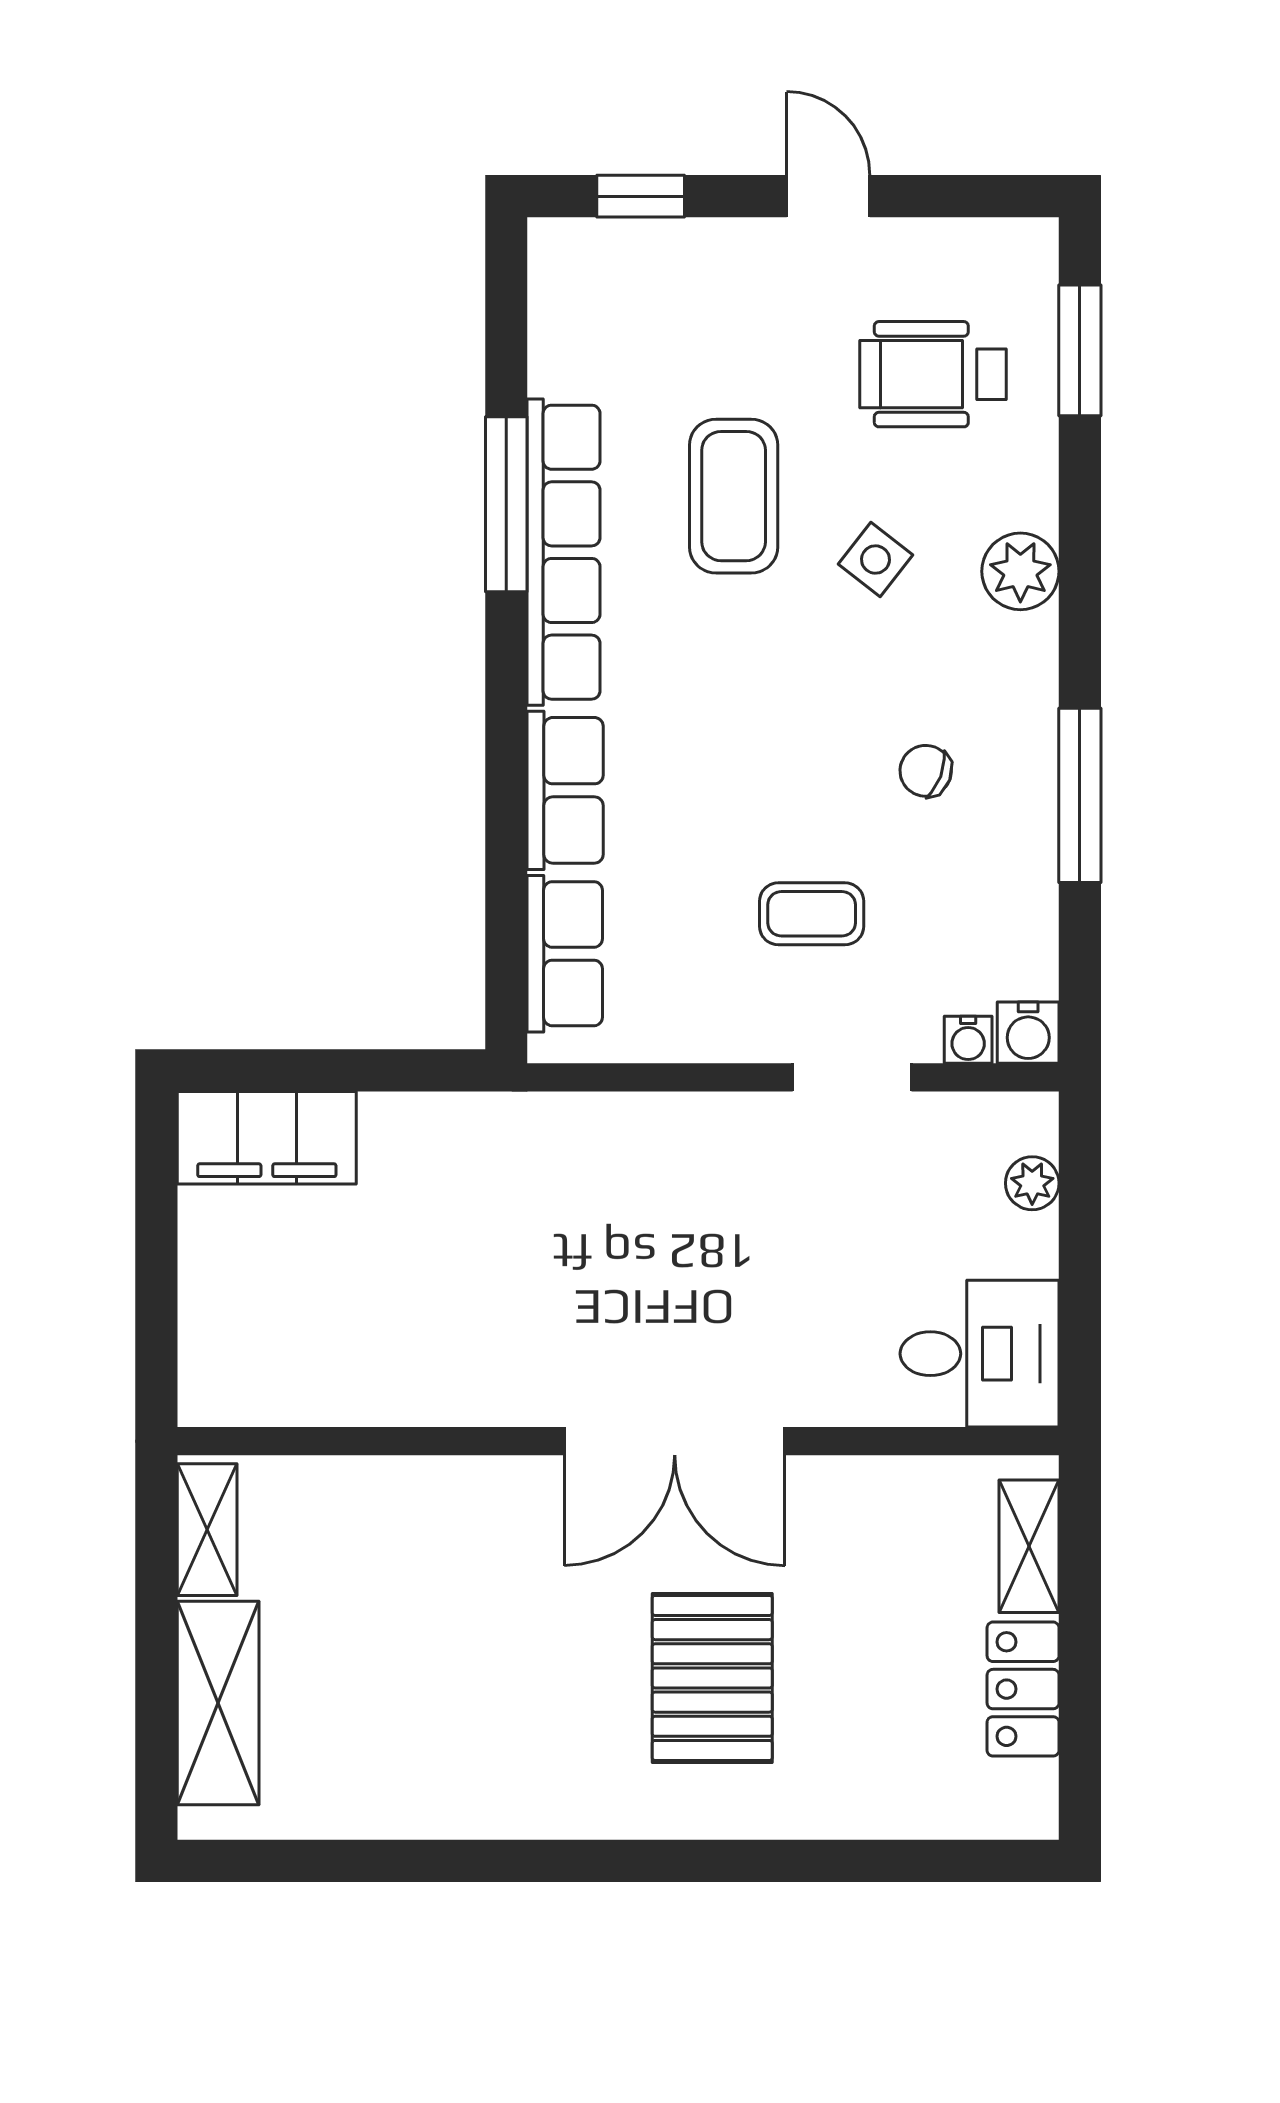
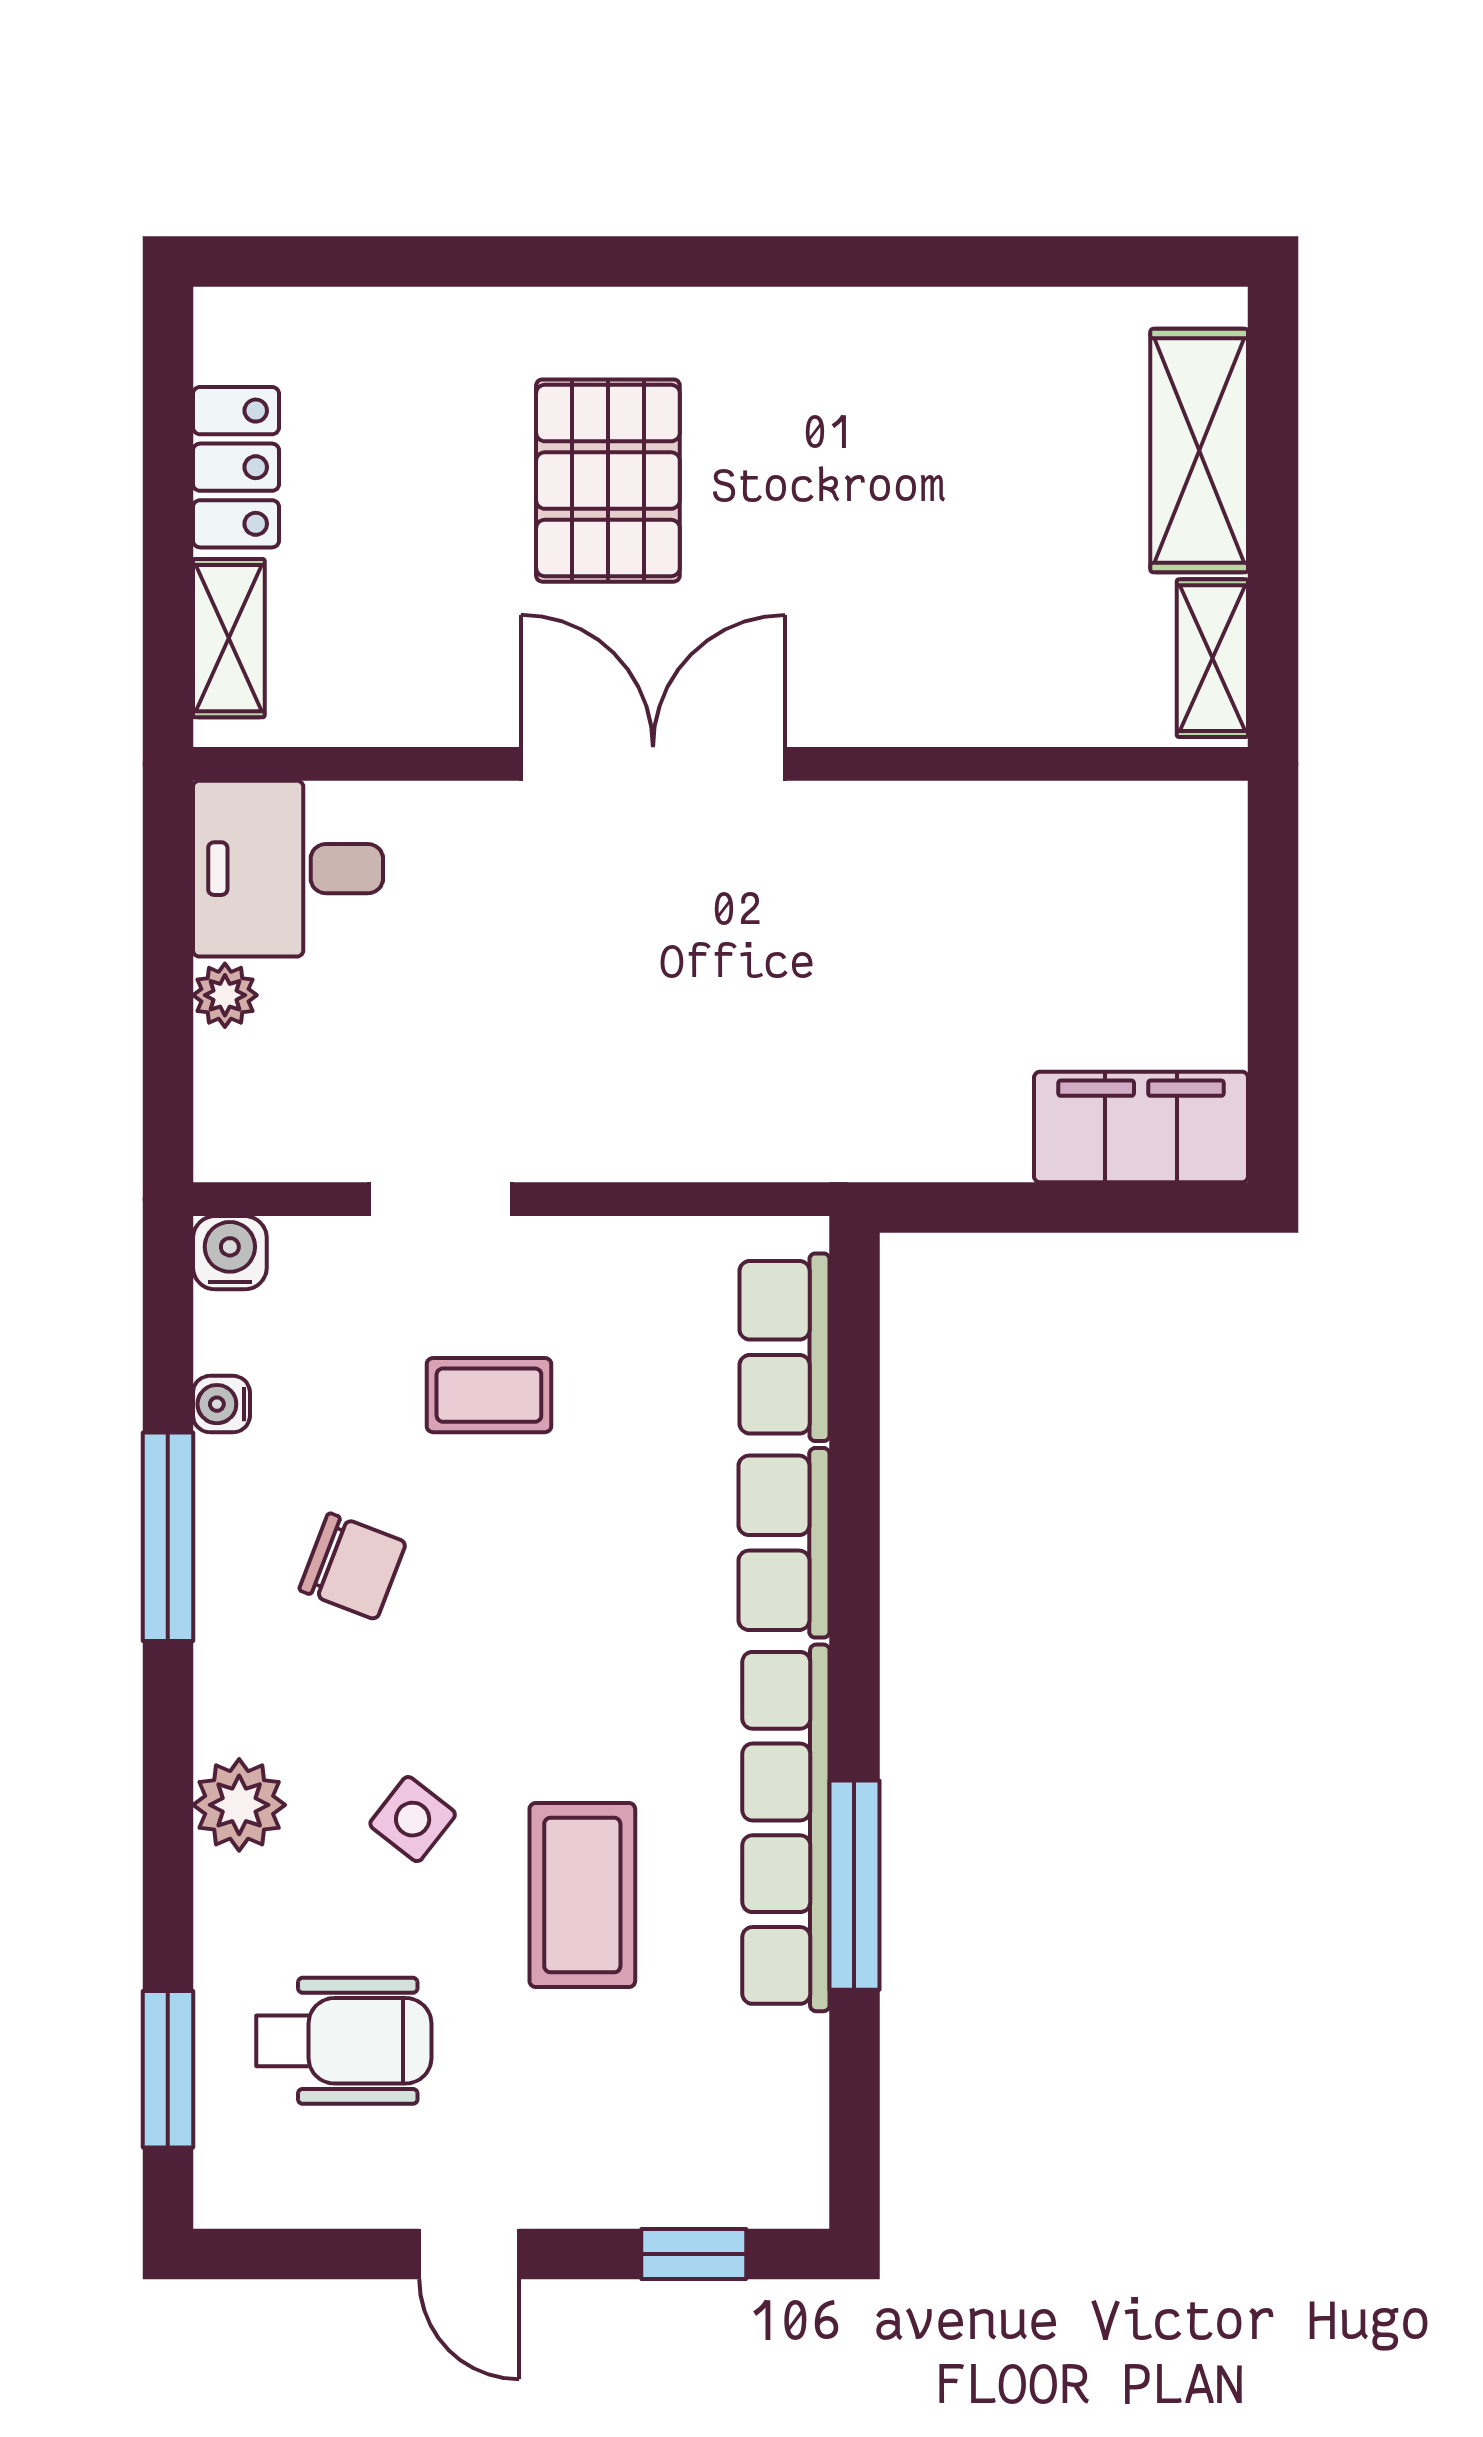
chair: (926, 771) -> (353, 1566), width x1.37, depth x1.37
water cooler: (968, 1040) -> (221, 1404), moved, turned -90
plant: (1032, 1183) -> (225, 995), moved

